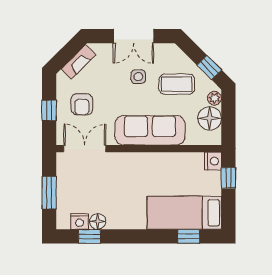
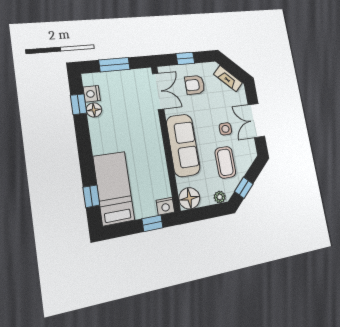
floor lamp: (210, 118) -> (189, 198), moved

